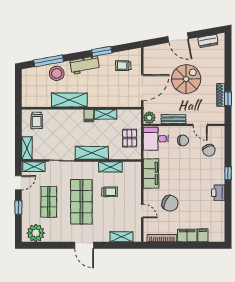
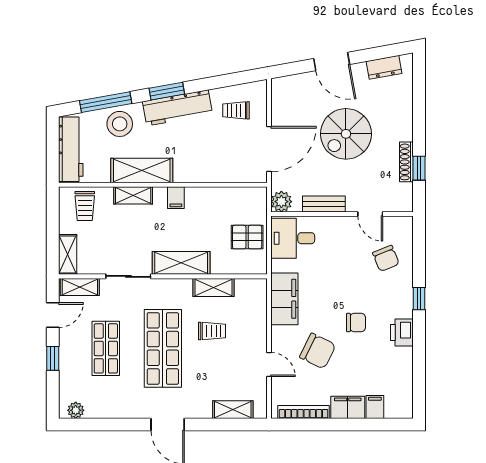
window: (102, 51) -> (167, 91), moved
workbench: (85, 65) -> (177, 108), width x1.38
spiral stairs: (186, 79) -> (346, 134), turned 180
workbench: (29, 88) -> (71, 149), added
shelving: (105, 114) -> (133, 195), moved
pallet: (130, 138) -> (247, 237), turned 90
chair: (183, 140) -> (356, 323), moved
plant: (36, 233) -> (76, 410), width x0.53, depth x0.53

